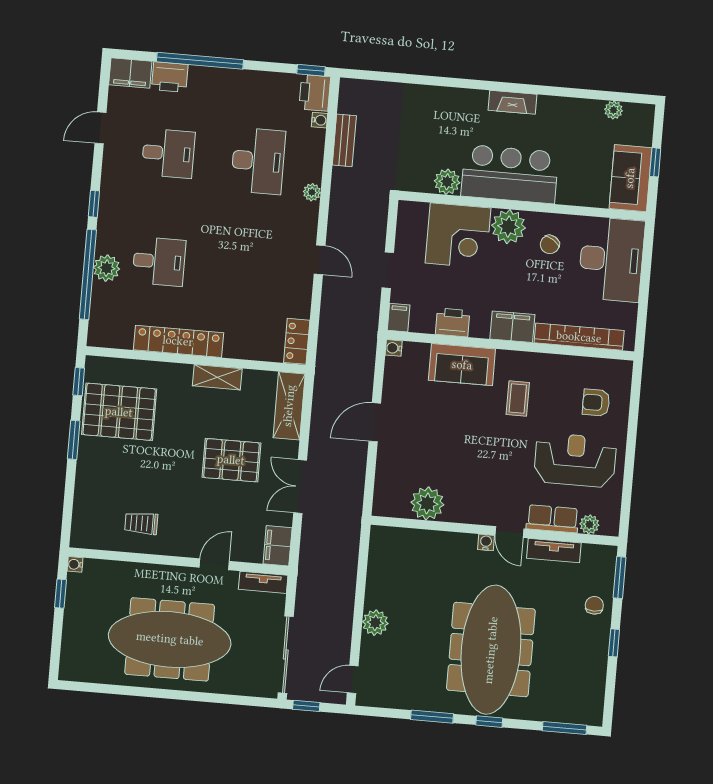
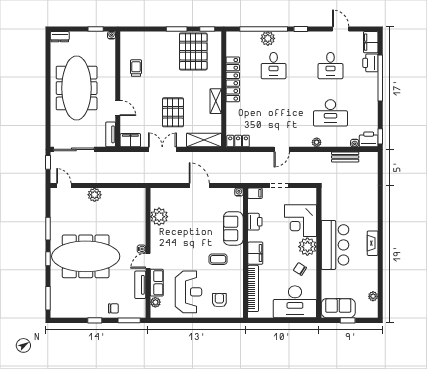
plant: (447, 182) -> (328, 212), removed
dresser: (69, 663) -> (60, 37), added

